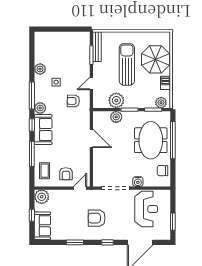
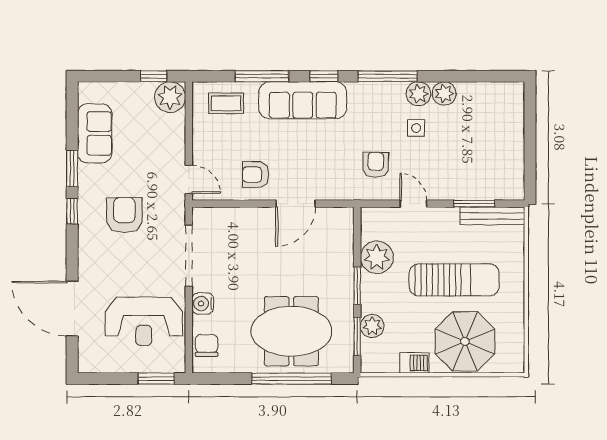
plant: (161, 103) -> (372, 326), moved
plant: (40, 108) -> (418, 94), moved
plant: (116, 117) -> (341, 257), removed
sofa: (43, 130) -> (303, 100), width x1.36
chair: (163, 171) -> (207, 345), moved
armchair: (66, 174) -> (256, 175), moved
window: (32, 215) -> (154, 76), moved
window: (173, 222) -> (156, 379), moved
sofa: (42, 226) -> (95, 133), moved, turned -90
window: (107, 242) -> (72, 211), moved

